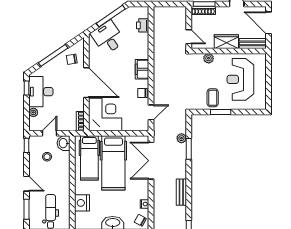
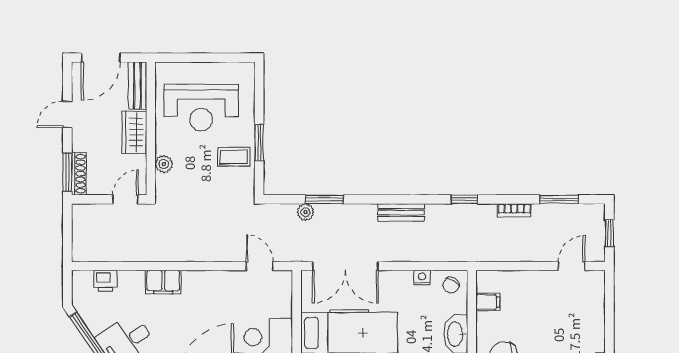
filing cabinet: (142, 69) -> (163, 282), moved
chair: (143, 93) -> (225, 281), removed

